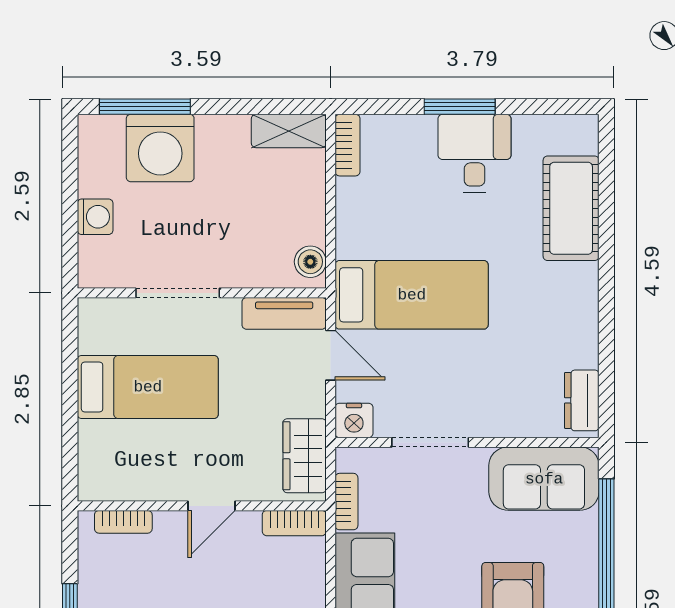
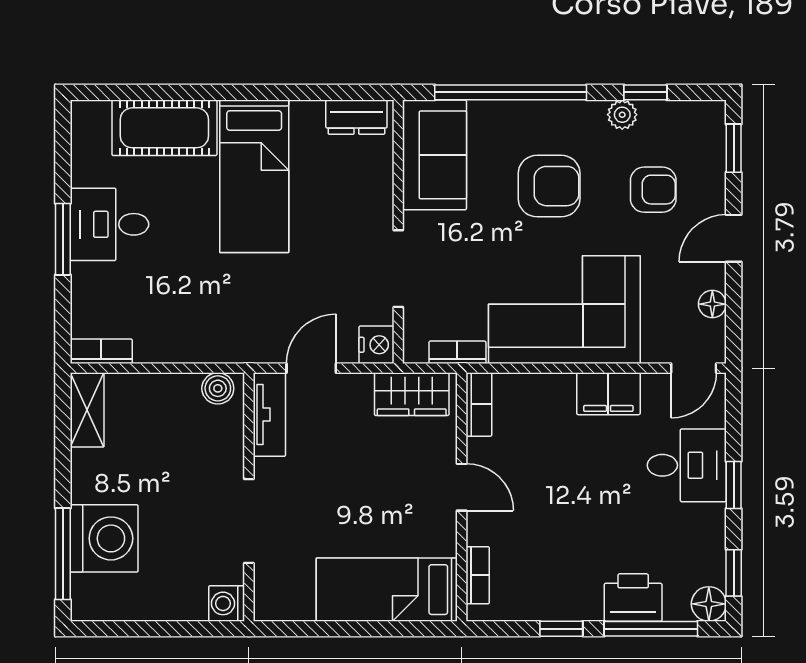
washing machine: (95, 217) -> (227, 603), moved, turned -90
bed: (412, 295) -> (254, 176), moved, turned 180
bed: (148, 387) -> (387, 590), moved, turned -90

